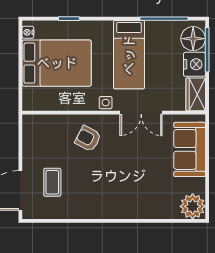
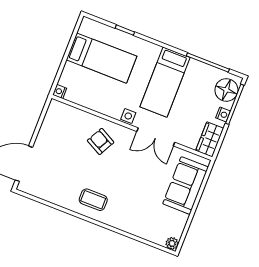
nightstand: (28, 32) -> (60, 92), moved
bed: (57, 63) -> (102, 58), width x0.67
nightstand: (194, 64) -> (223, 114), width x0.53, depth x0.56
coffee table: (52, 182) -> (93, 200), moved, turned 90
plant: (193, 206) -> (172, 243), width x0.53, depth x0.53

